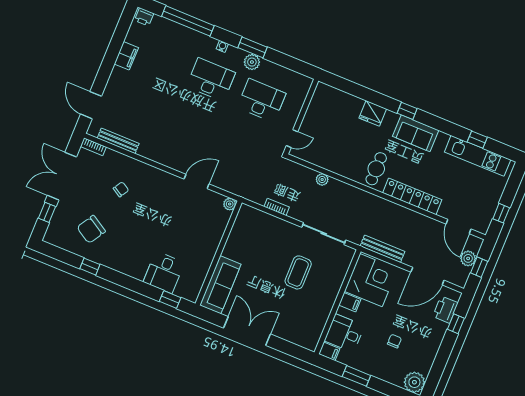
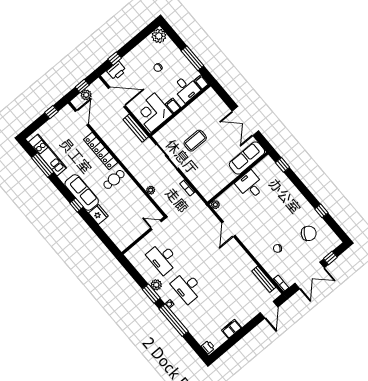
window: (188, 21) -> (174, 320), moved
sofa: (416, 133) -> (82, 192), width x1.36
window: (477, 140) -> (43, 165), width x2.17
door: (197, 182) -> (229, 229), hinge flipped
desk: (164, 272) -> (250, 185), moved, turned -90
window: (356, 376) -> (192, 58), width x1.44

